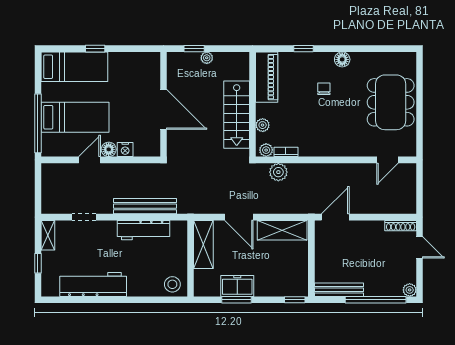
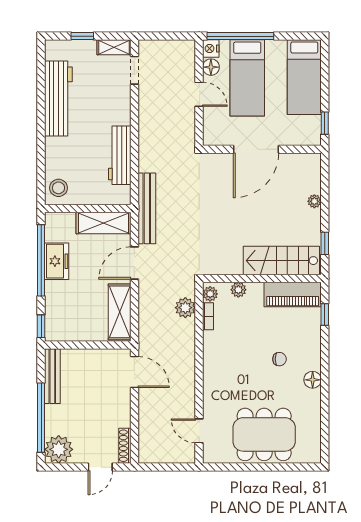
window: (95, 49) -> (325, 123), moved
window: (194, 49) -> (325, 243), moved
window: (303, 49) -> (325, 315), moved
plant: (207, 58) -> (314, 201), moved
wall: (164, 104) -> (262, 149), moved
door: (164, 109) -> (256, 149), moved
stairs: (237, 115) -> (281, 261), moved
floor lamp: (109, 149) -> (211, 67), moved
nightstand: (125, 149) -> (211, 49), moved
bench: (145, 206) -> (147, 208), moved
doorway: (84, 217) -> (134, 70), moved
plant: (410, 290) -> (59, 449), width x1.87, depth x1.87
window: (237, 300) -> (41, 260), width x2.11

